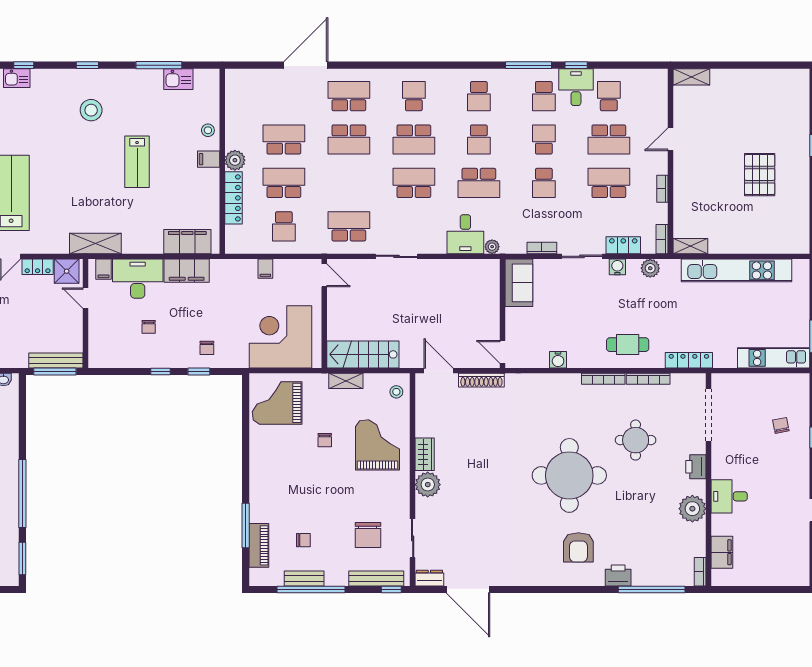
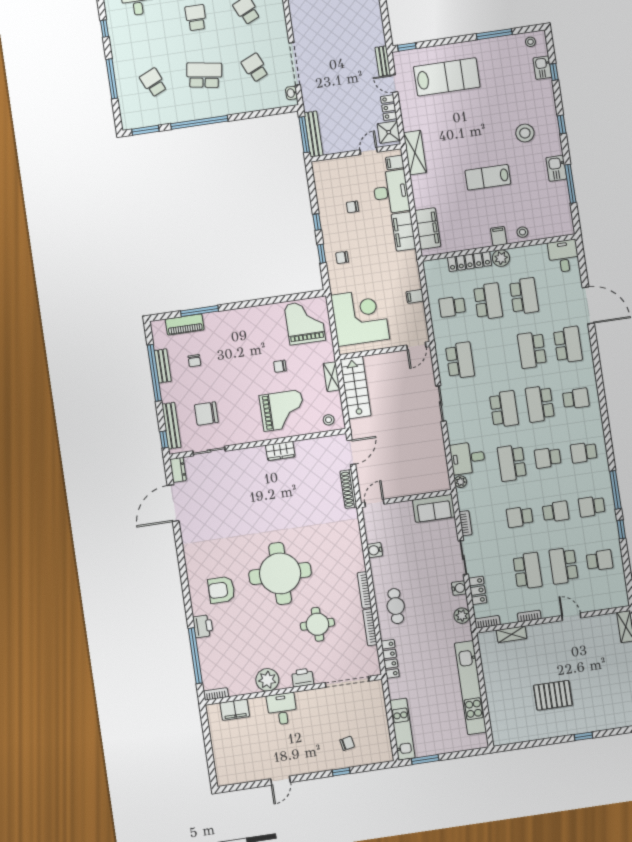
kitchen sink: (178, 79) -> (556, 168), moved
desk: (576, 87) -> (564, 256), moved, turned -90
shelving: (690, 246) -> (512, 634), moved, turned 90
plant: (428, 485) -> (255, 457), removed

